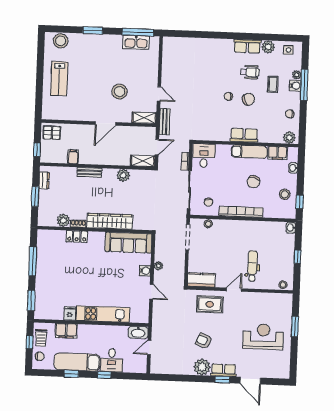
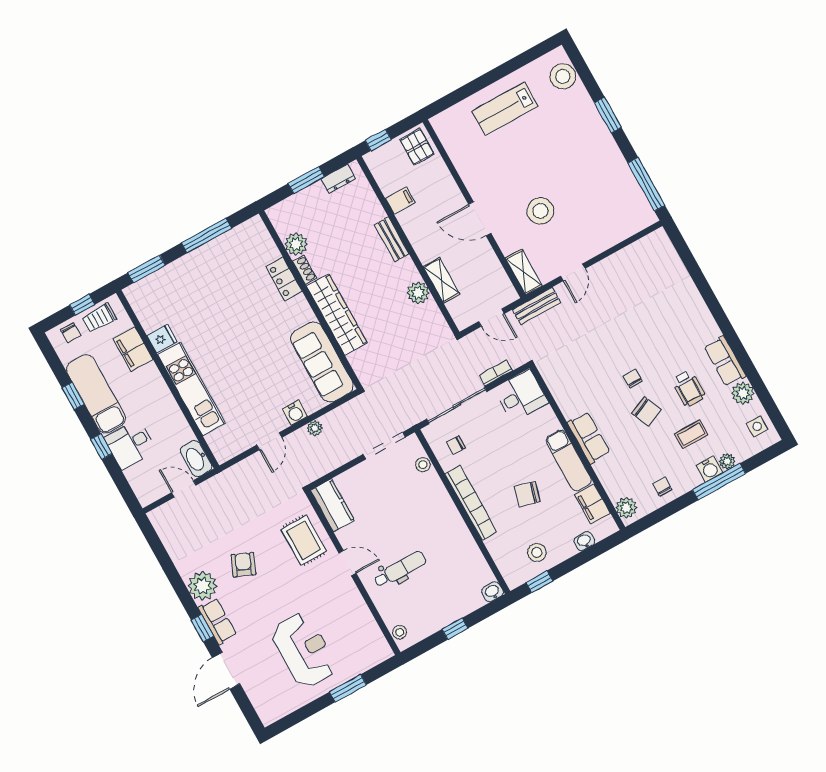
kitchen sink: (136, 42) -> (629, 191), removed
shelving: (143, 161) -> (441, 280), moved

